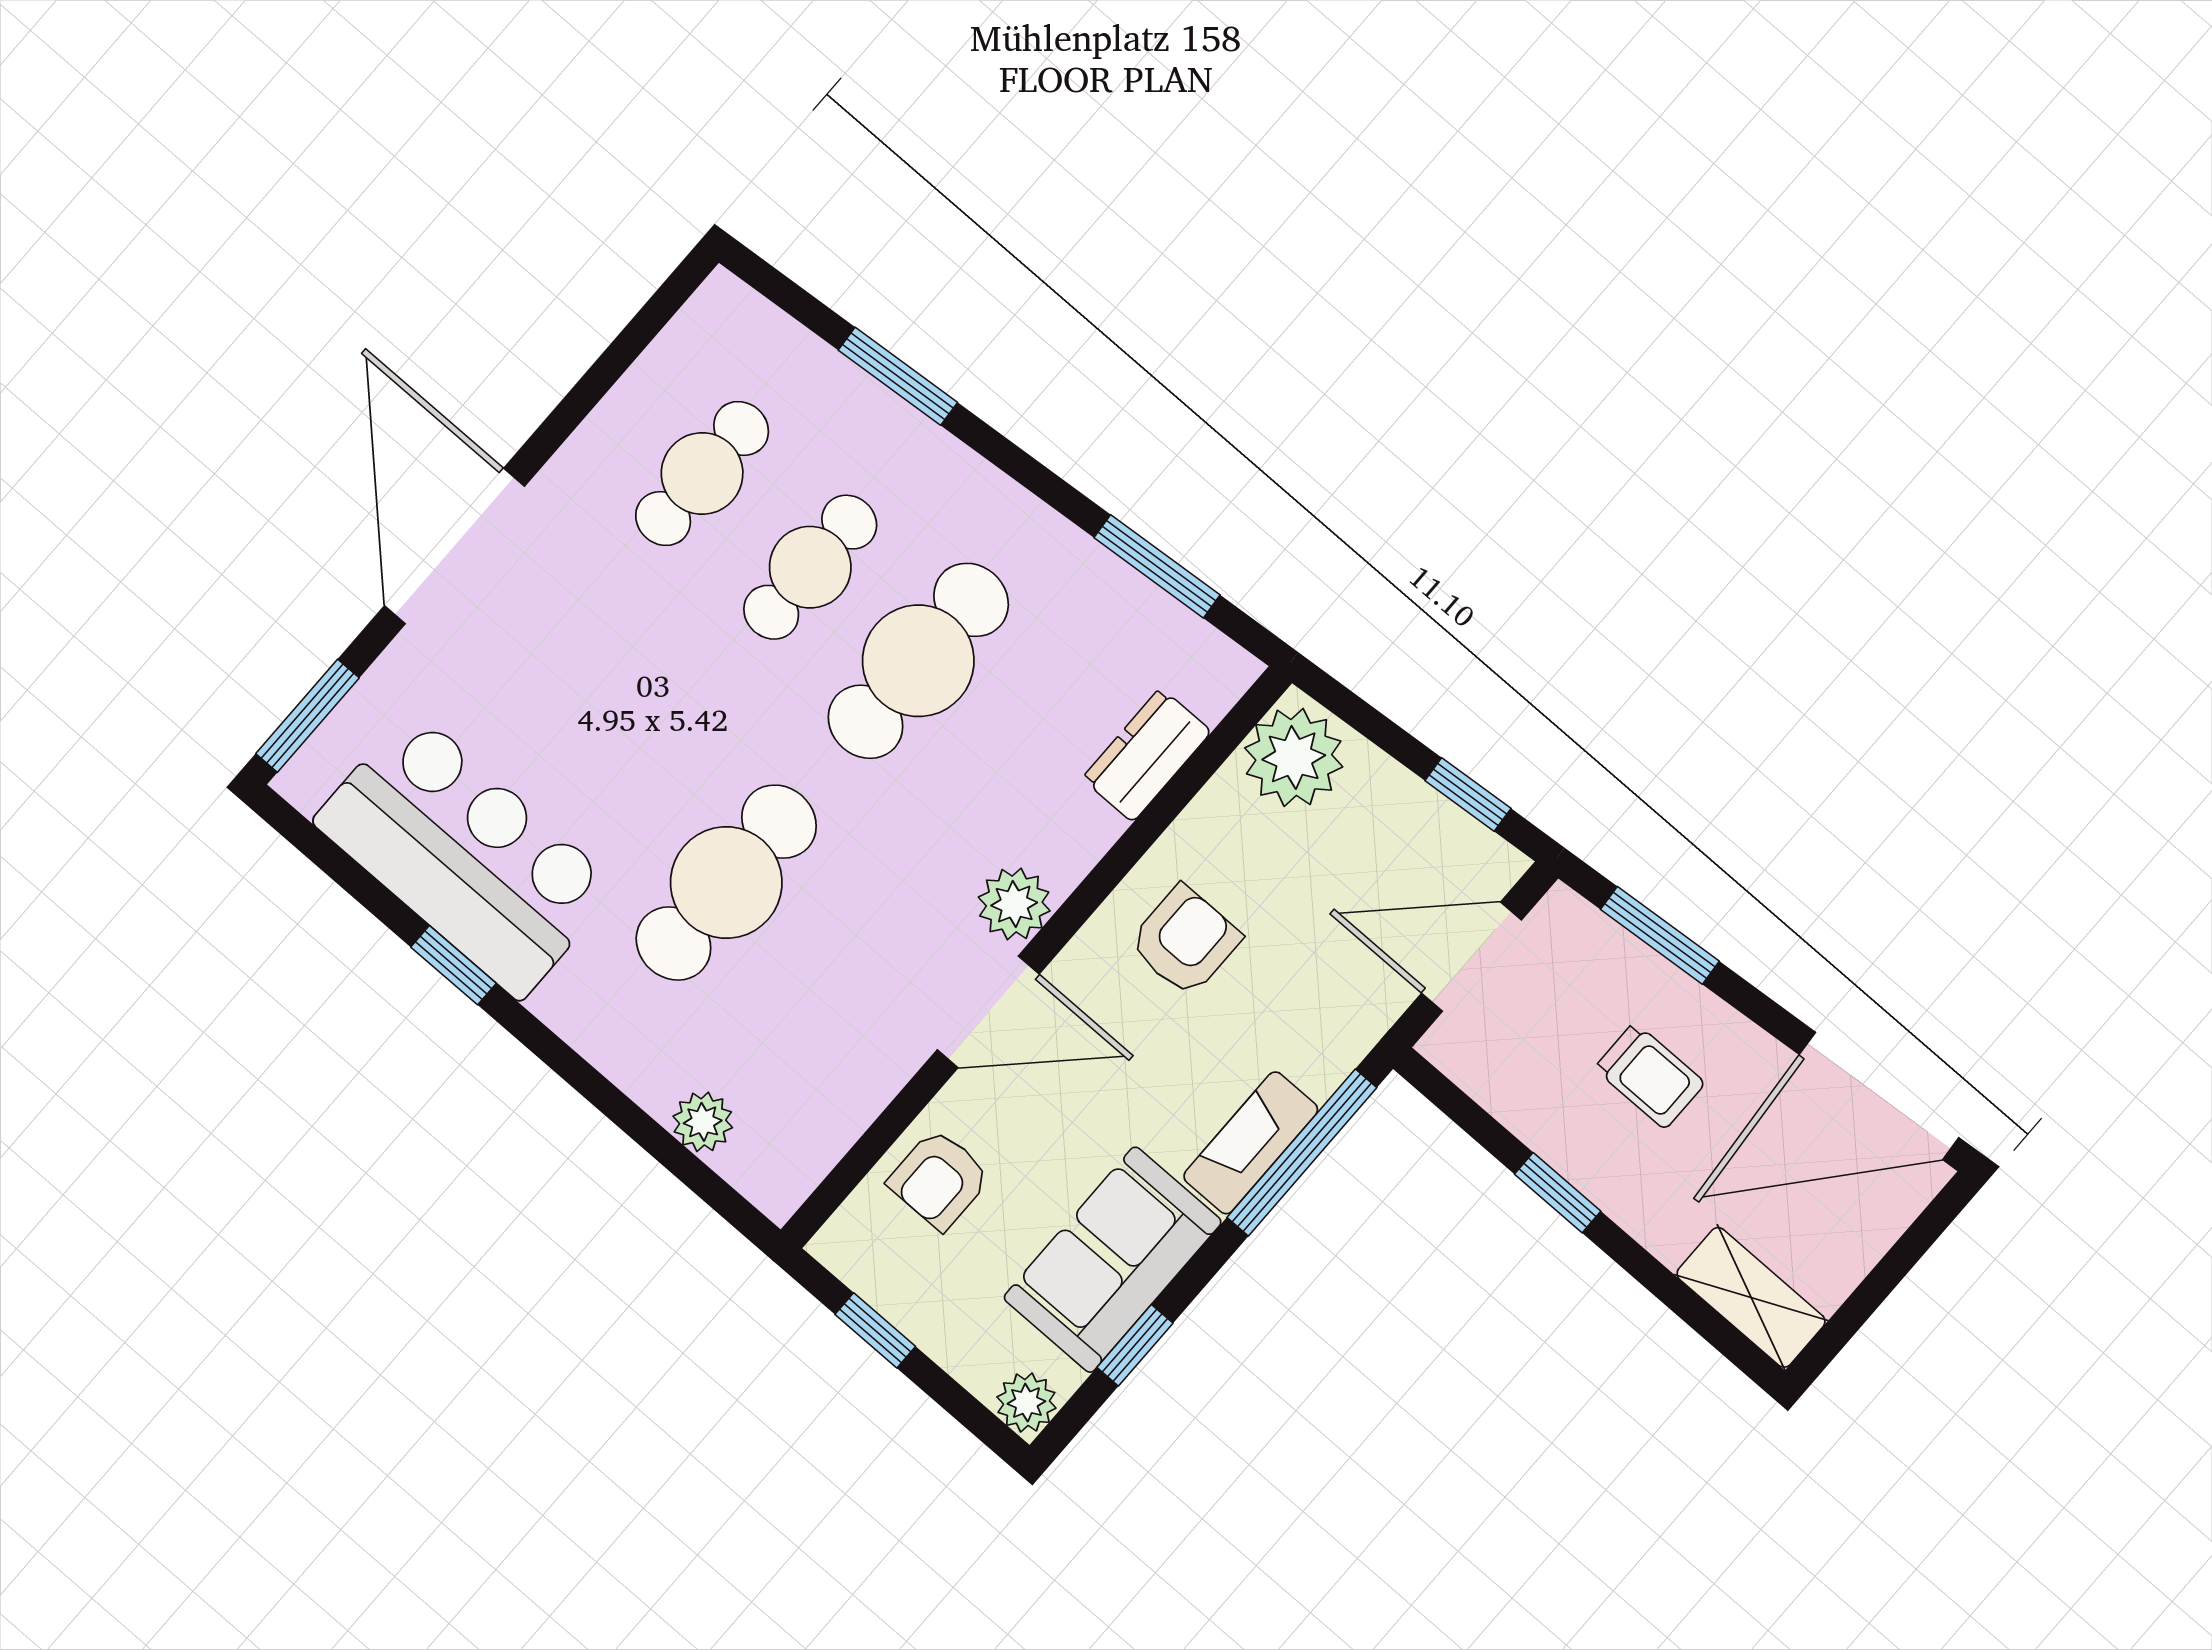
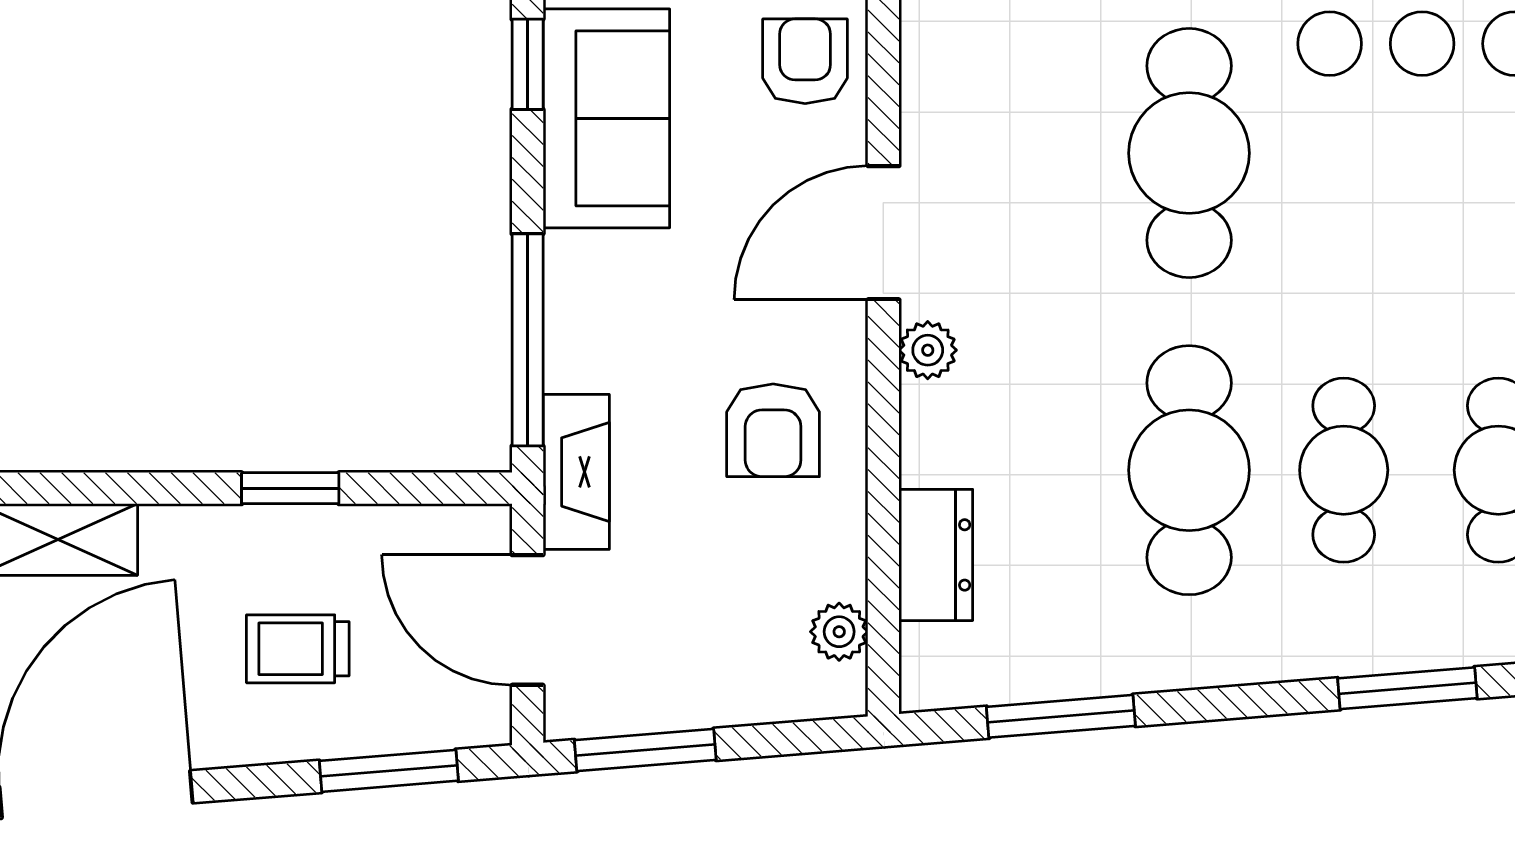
plant: (1294, 757) -> (839, 632), width x0.53, depth x0.53
window: (1468, 795) -> (645, 750), width x1.50
plant: (1014, 904) -> (928, 350), width x0.73, depth x0.73
door: (1471, 957) -> (528, 620), swing flipped
fireplace: (1251, 1143) -> (576, 472), moved

